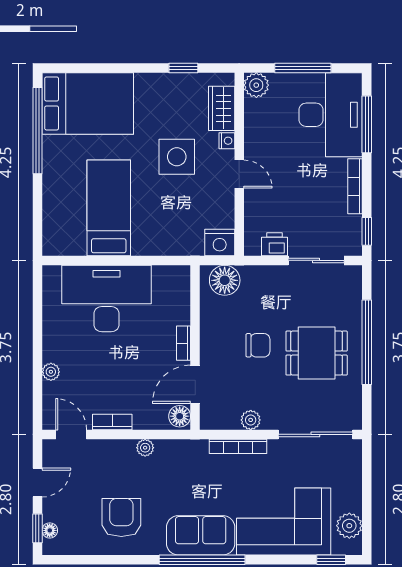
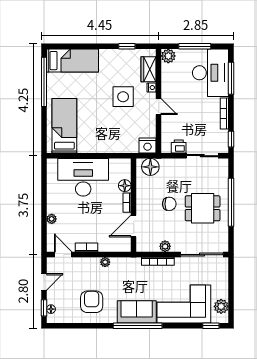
bed: (88, 103) -> (72, 61), width x0.67
bed: (109, 208) -> (64, 126), moved
floor lamp: (180, 416) -> (125, 186), moved

